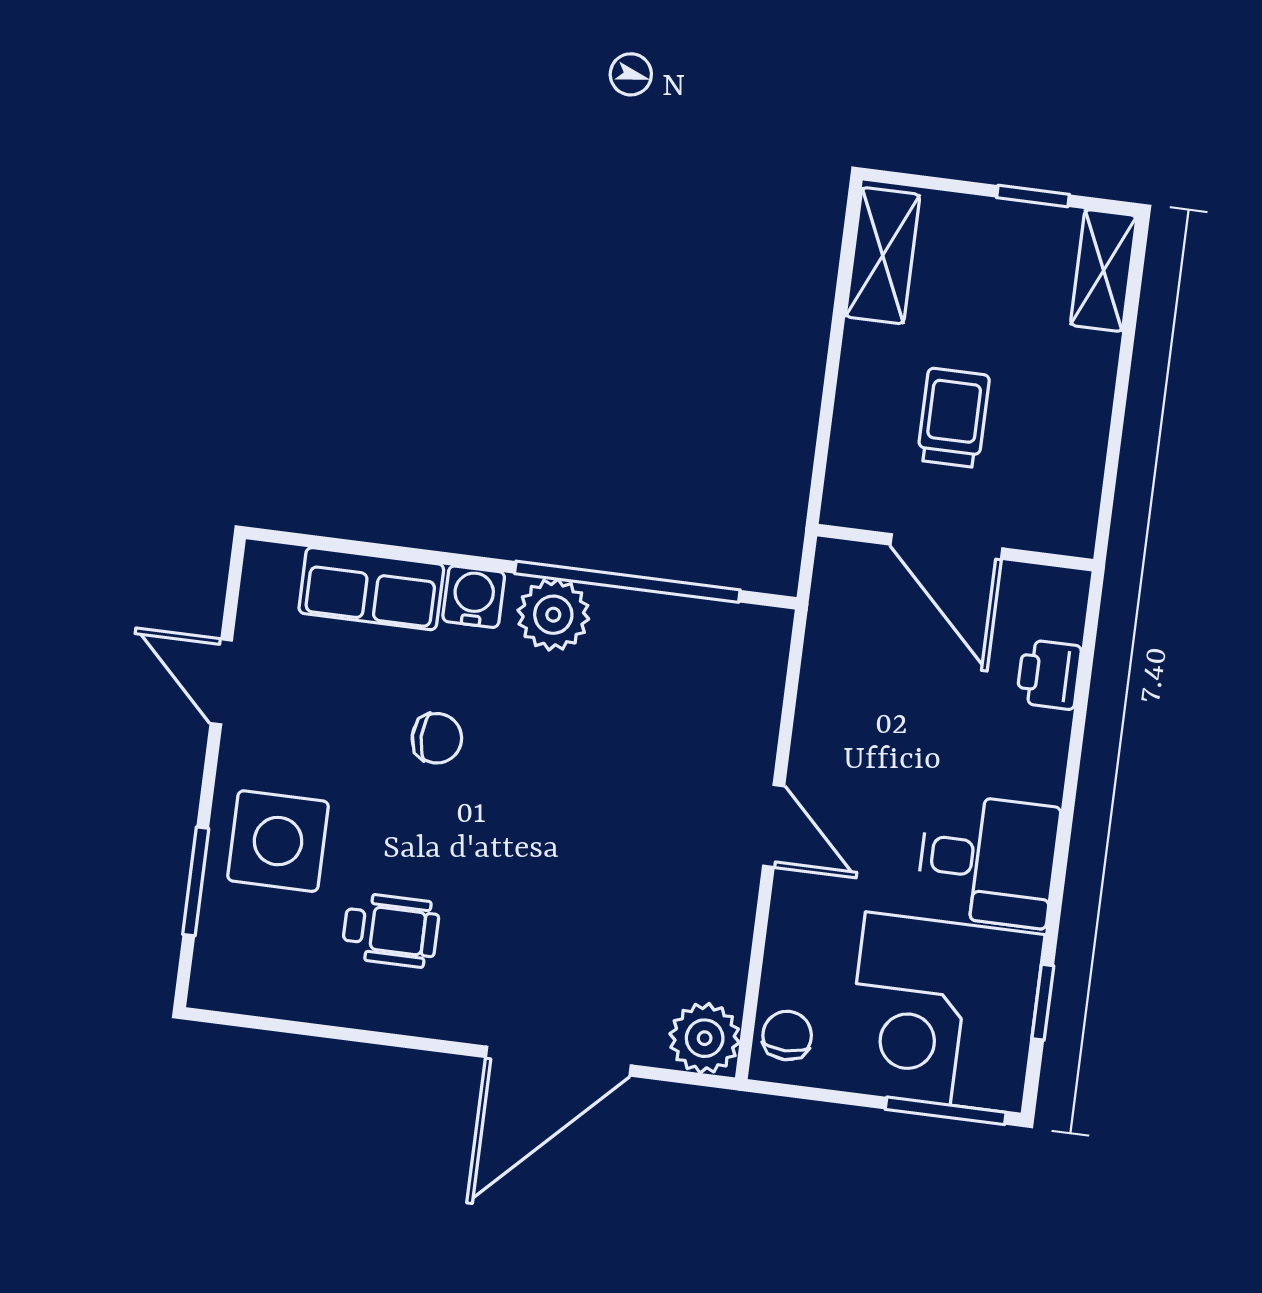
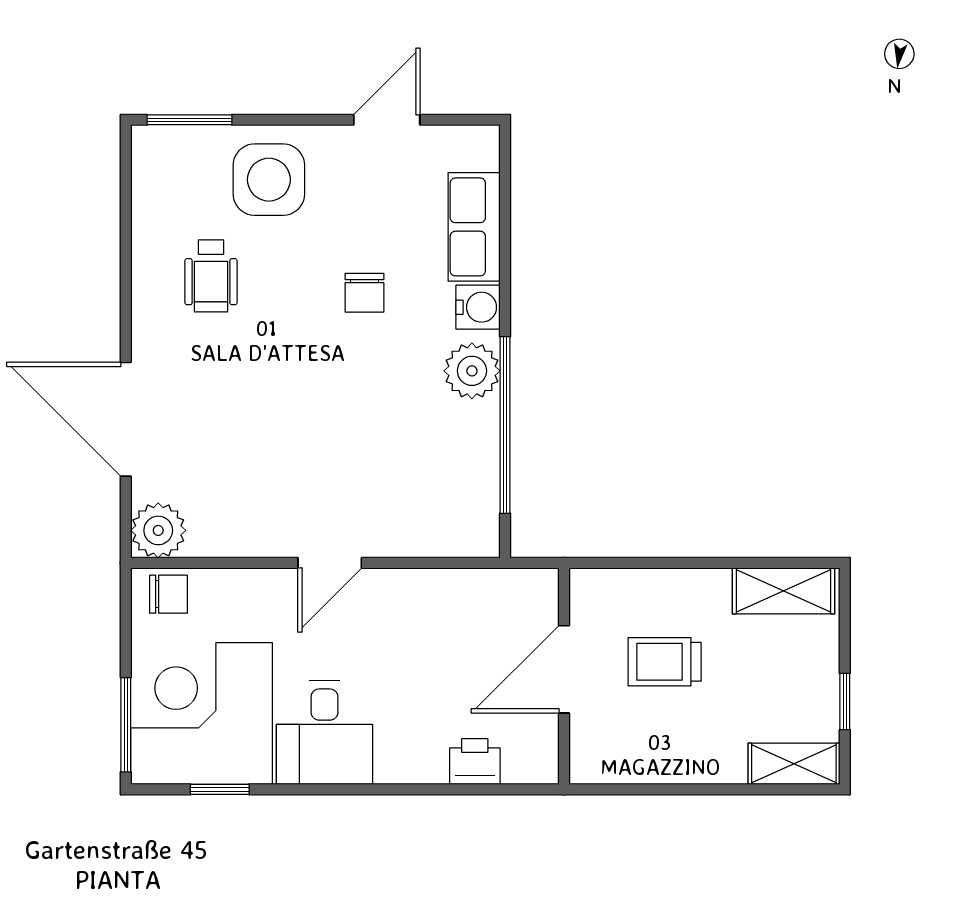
trolley: (953, 418) -> (665, 662), turned 180
window: (196, 881) -> (189, 120), moved

